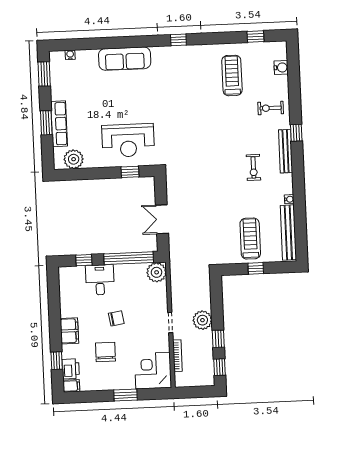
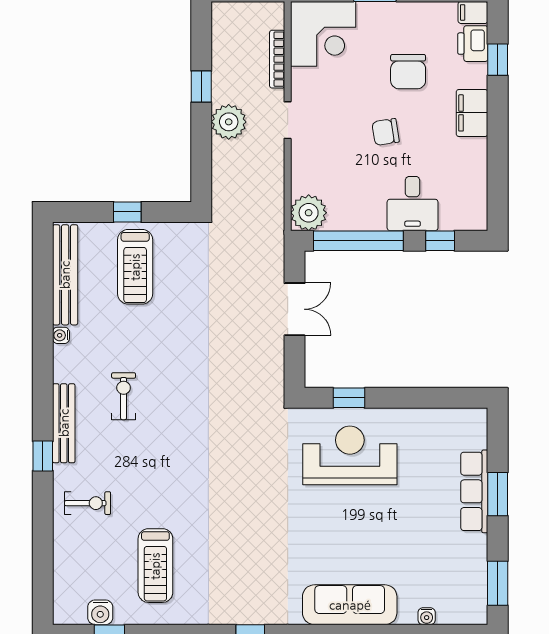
water cooler: (70, 55) -> (427, 616), moved
water cooler: (281, 68) -> (100, 612), moved, turned -90
plant: (74, 159) -> (451, 425), removed
window: (220, 367) -> (201, 35), removed

